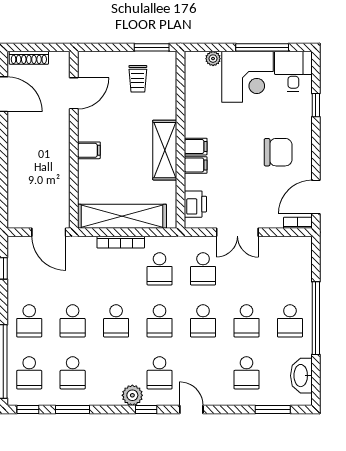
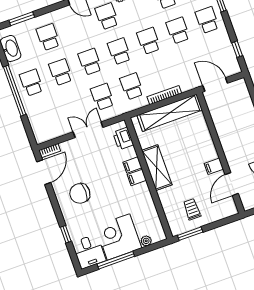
filing cabinet: (89, 150) -> (214, 166), moved

